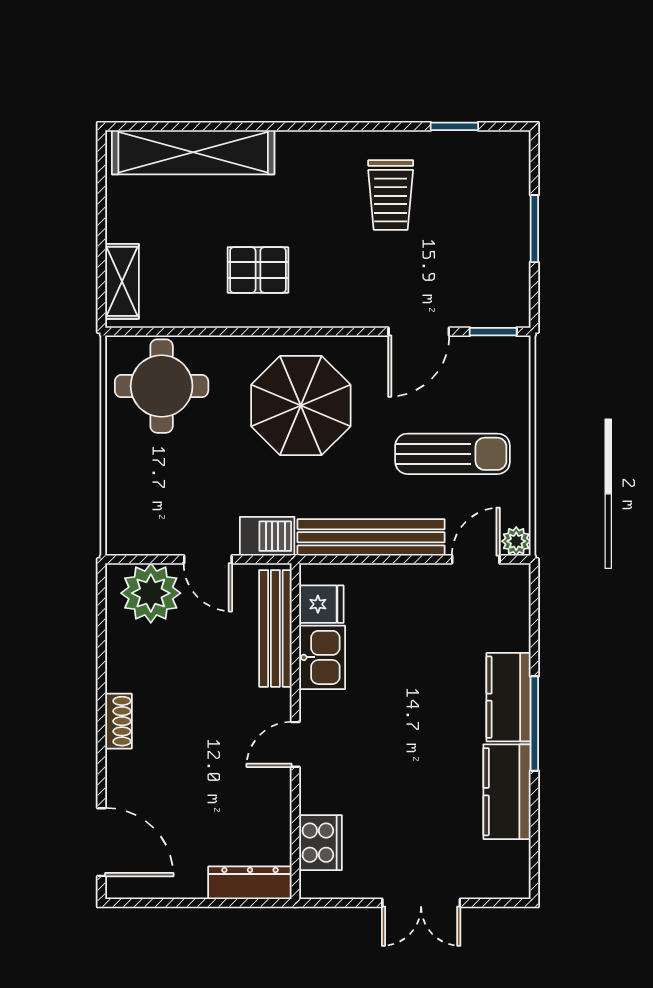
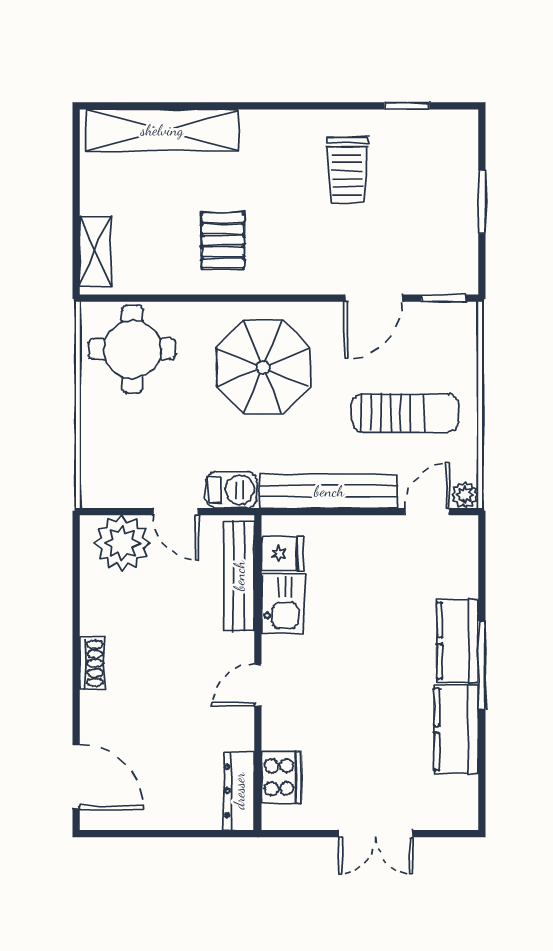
pallet: (258, 270) -> (223, 240), turned 90
dresser: (250, 883) -> (239, 791), moved, turned -90

